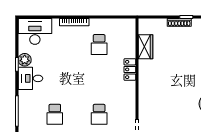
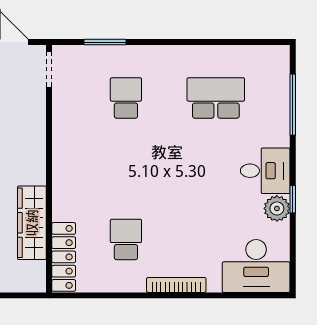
wardrobe: (146, 47) -> (32, 223), width x1.50
locker: (130, 69) -> (64, 257), moved, width x1.53
school desk: (55, 114) -> (216, 98), width x1.85

